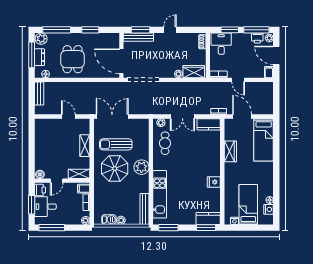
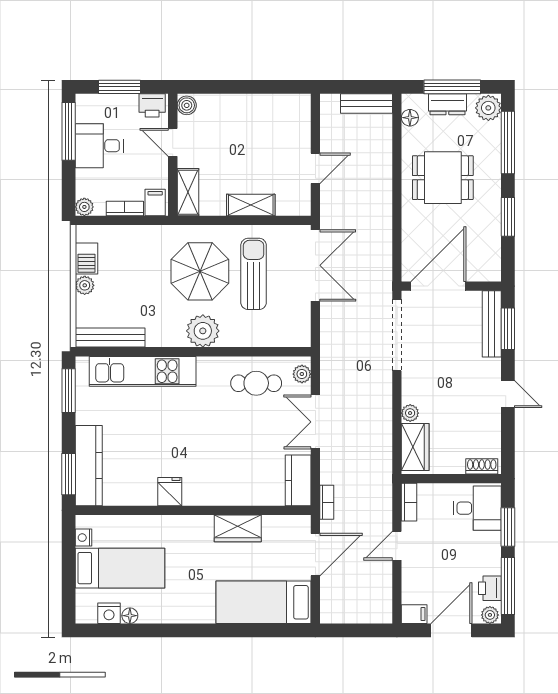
desk: (45, 207) -> (99, 146), moved, turned -90
kitchen counter: (208, 218) -> (89, 466), width x1.50

